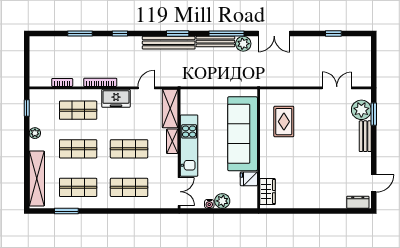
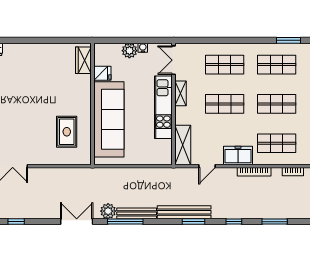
window: (178, 34) -> (194, 222), moved
shelving: (172, 141) -> (181, 93), moved

